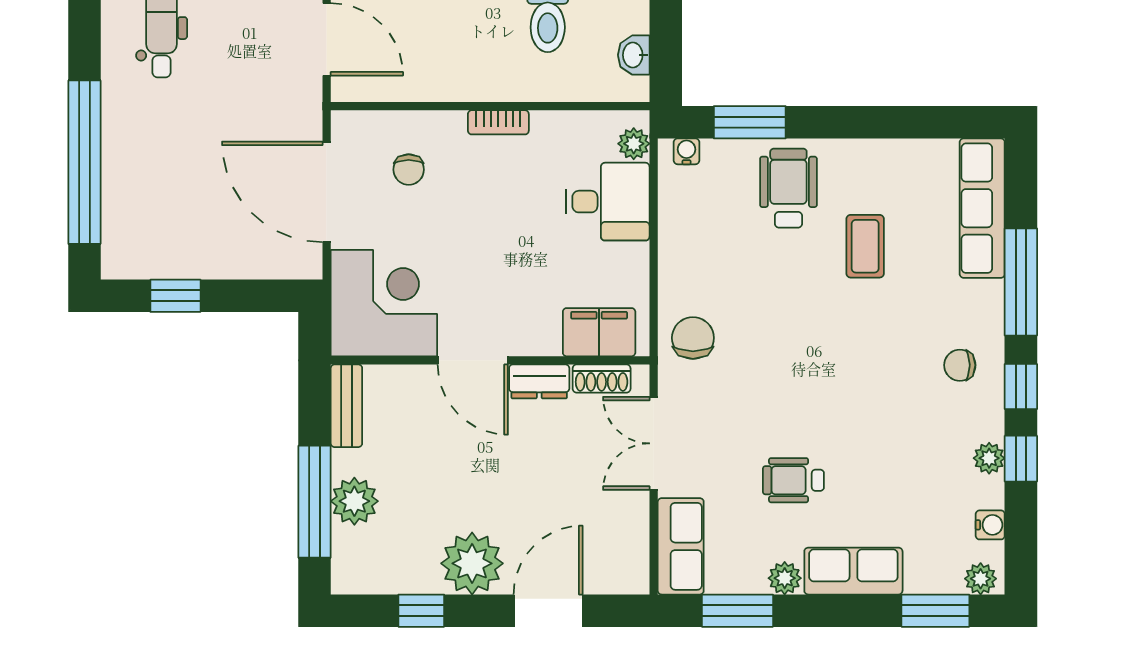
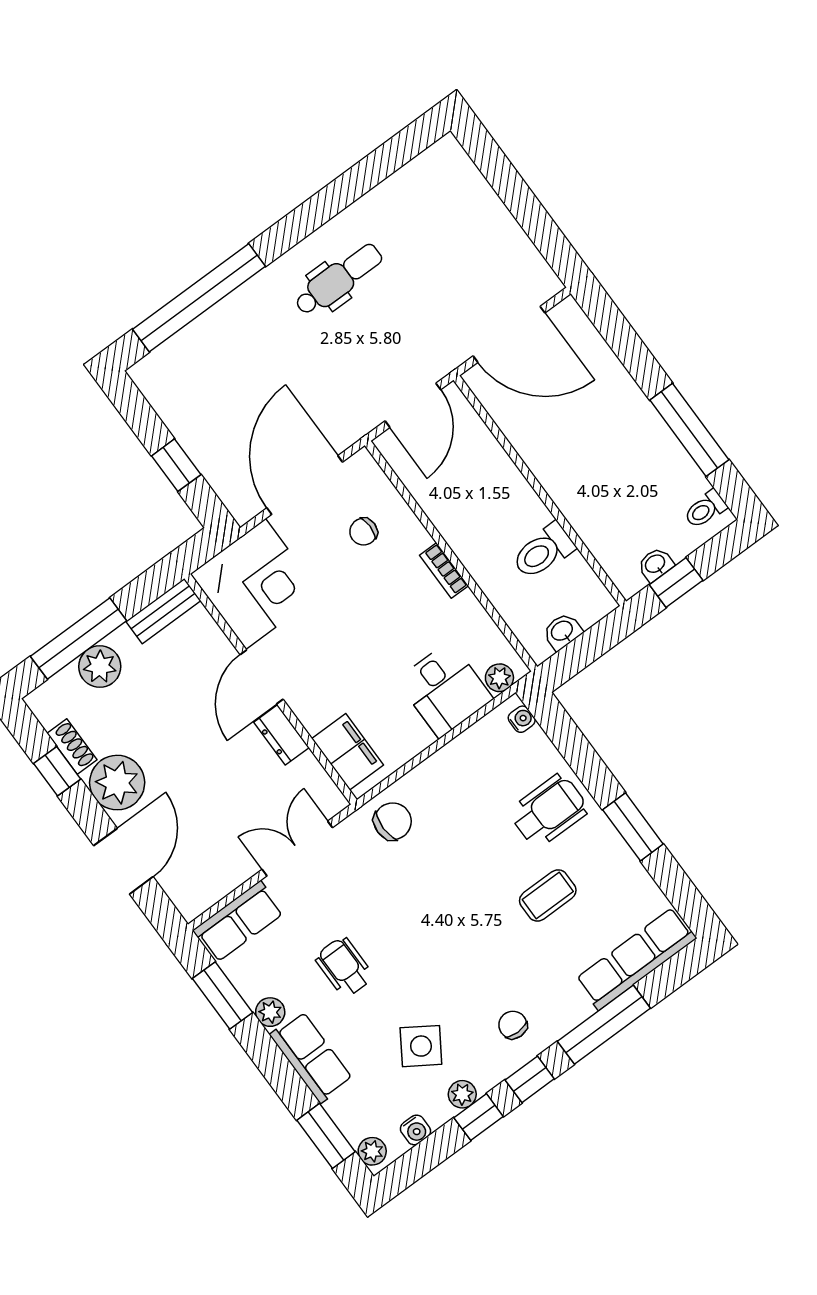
window: (750, 122) -> (633, 827), moved
window: (175, 296) -> (176, 465), moved
shoe rack: (602, 379) -> (72, 747), moved, turned 180
side table: (917, 463) -> (421, 1046), added
door: (548, 611) -> (123, 861), hinge flipped

